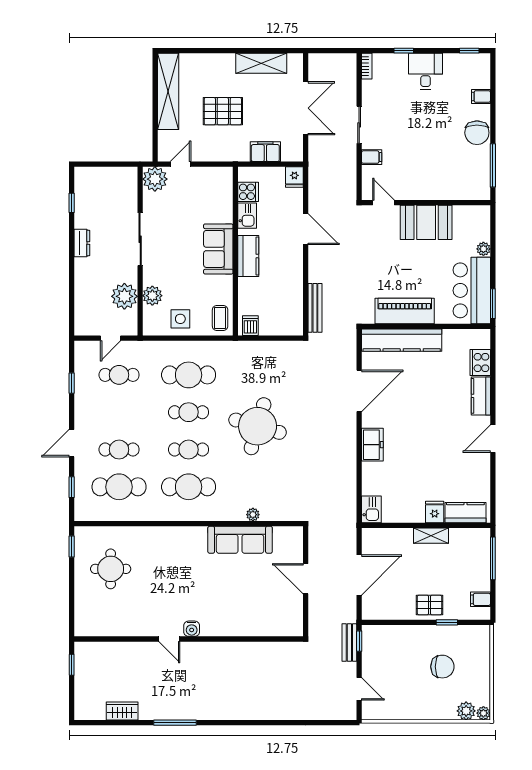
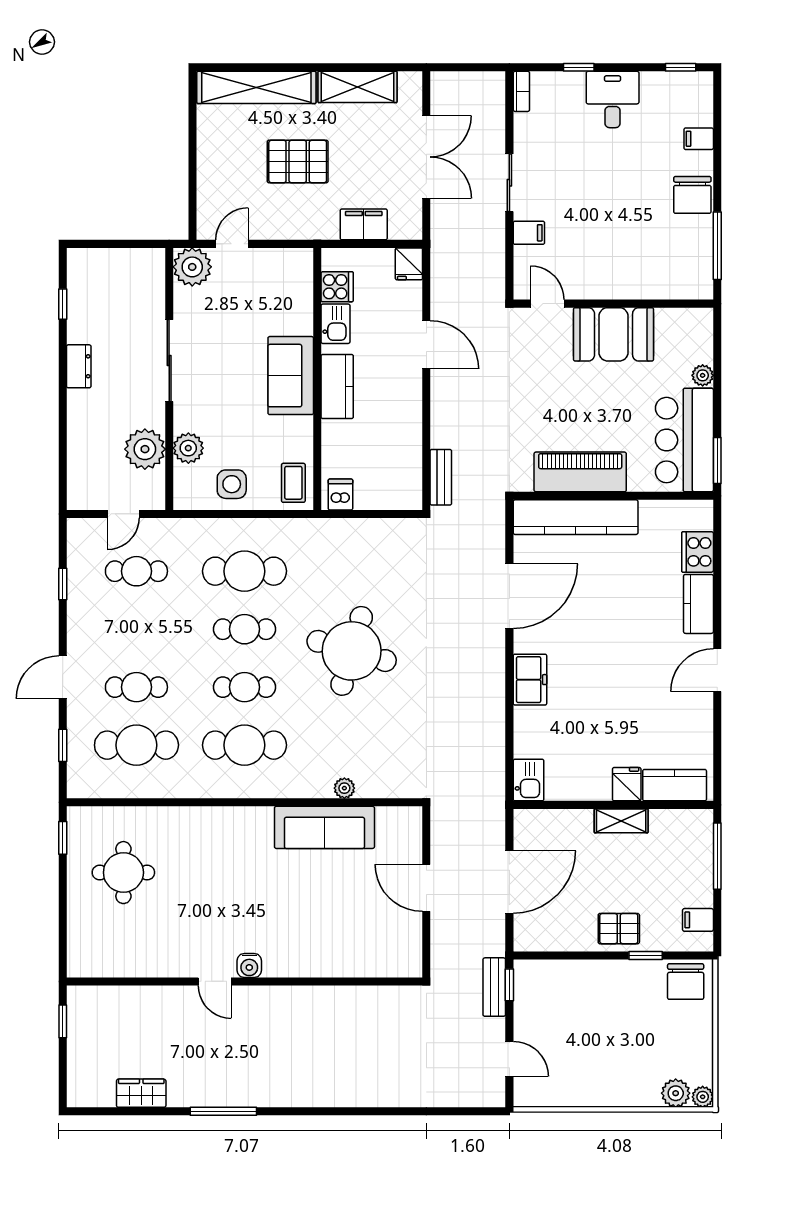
shelving: (168, 91) -> (256, 87), moved, turned 90
bench: (315, 308) -> (441, 477), width x0.73
chair: (442, 667) -> (686, 982), moved, turned 90

